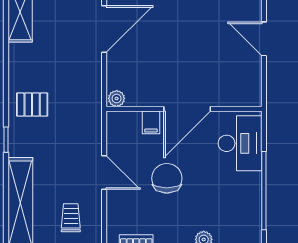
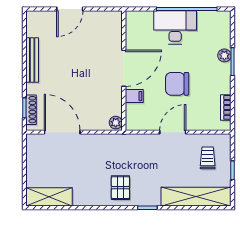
door: (187, 109) -> (124, 68), hinge flipped
desk: (240, 143) -> (175, 27), moved
trolley: (71, 218) -> (208, 158), turned 90

